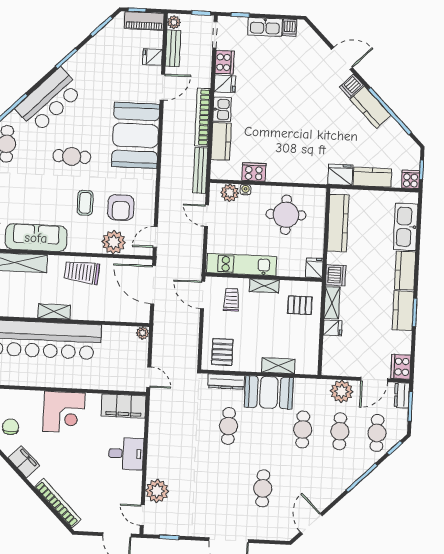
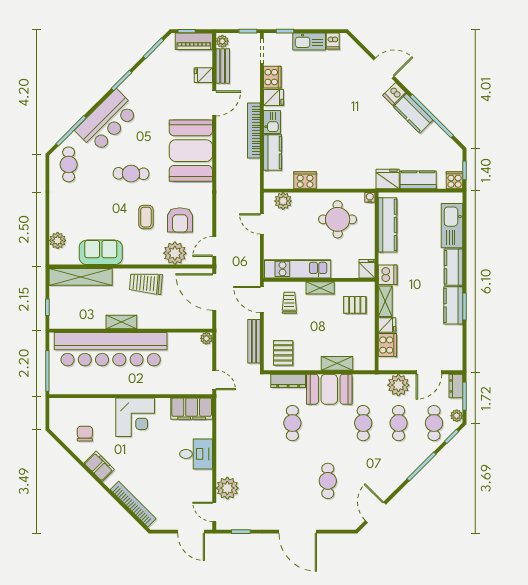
bench: (200, 170) -> (254, 341), moved
water cooler: (245, 190) -> (370, 197), moved
sofa: (36, 238) -> (101, 252), width x0.73
cooker: (401, 367) -> (387, 345), moved, turned 180
plant: (401, 426) -> (457, 416), added

